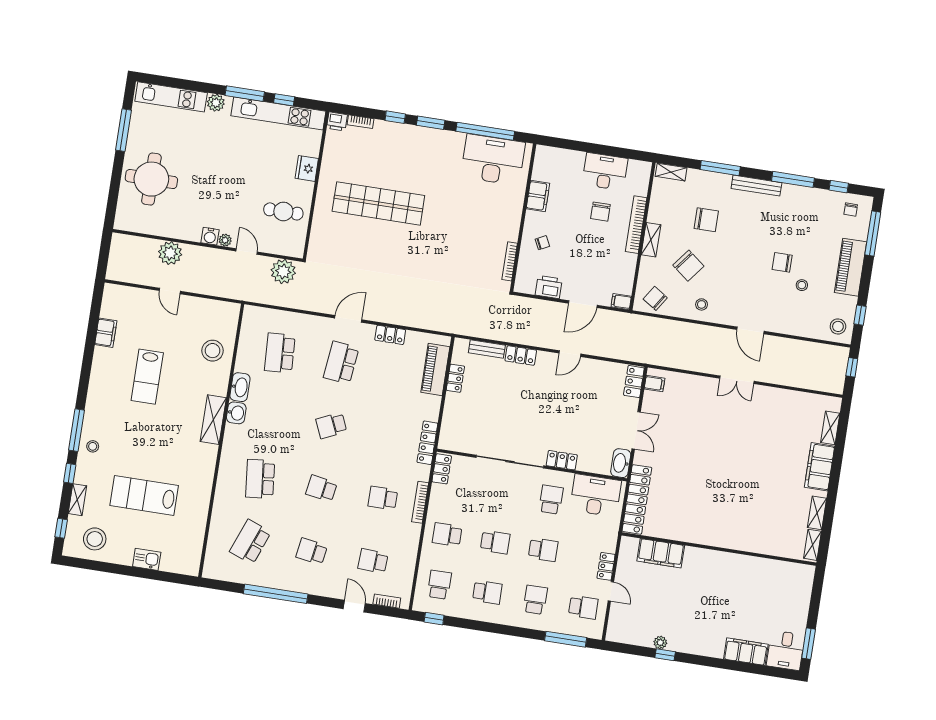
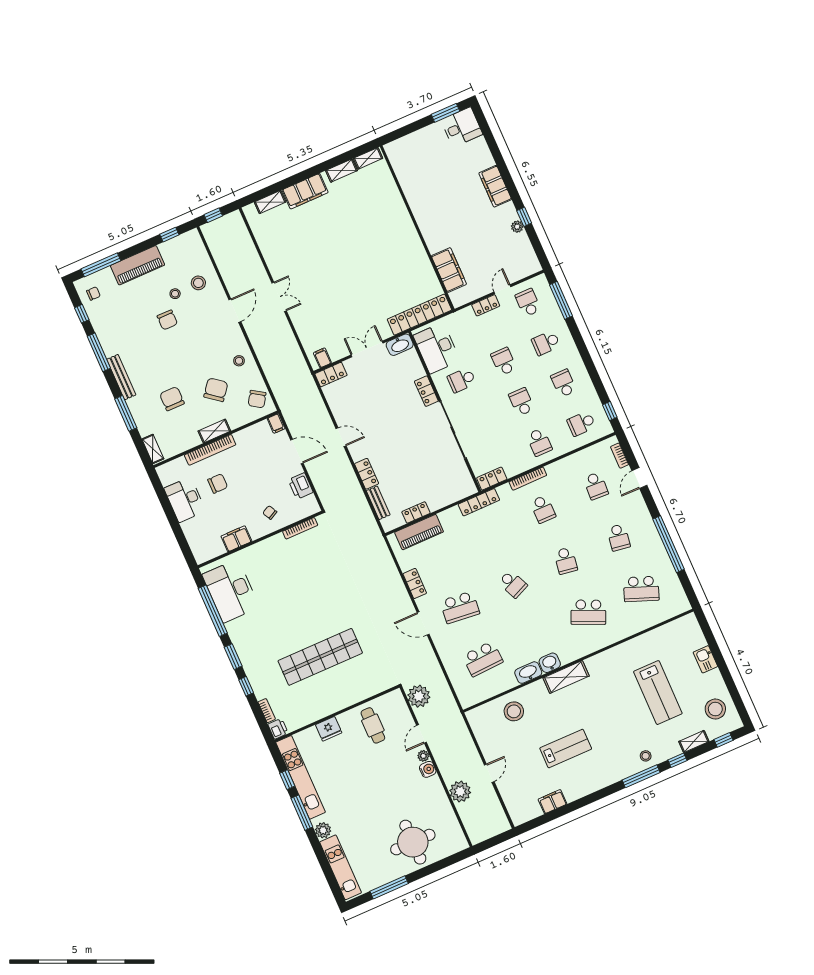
shop shelf: (378, 203) -> (320, 657), turned 90
stool: (838, 326) -> (198, 283), moved
school desk: (260, 479) -> (588, 612), turned 30
filing cabinet: (746, 652) -> (495, 186), moved

